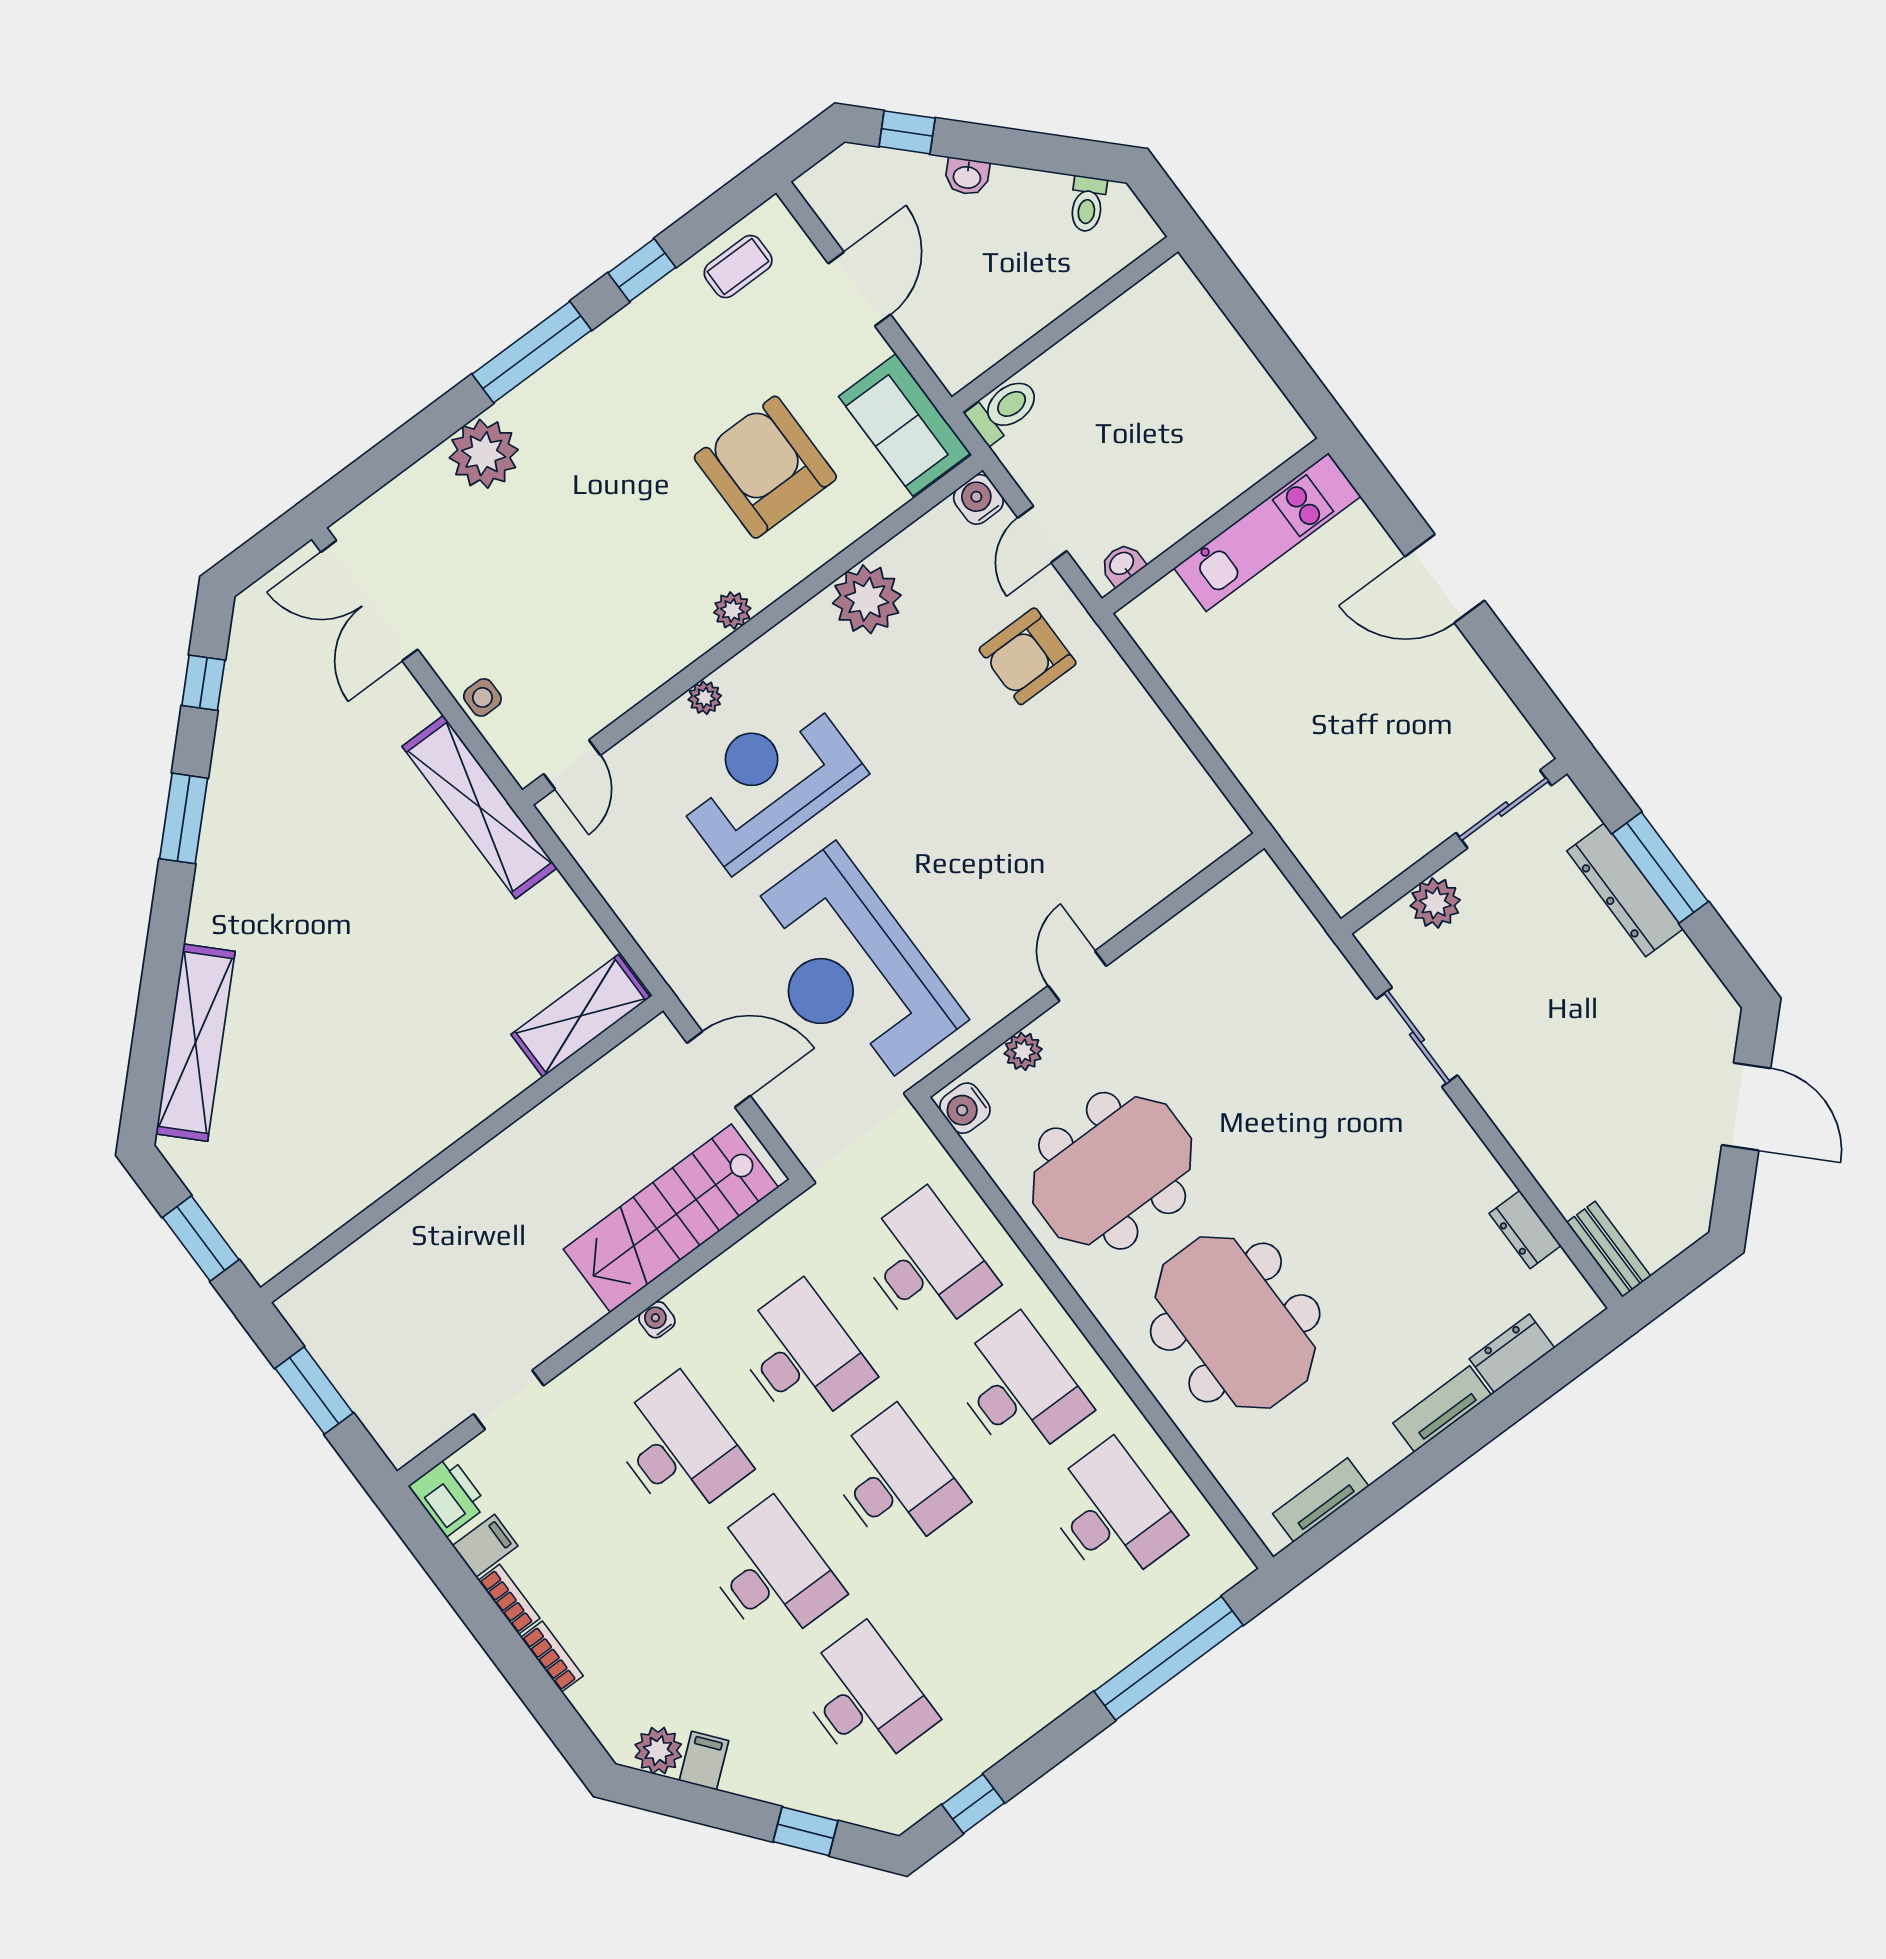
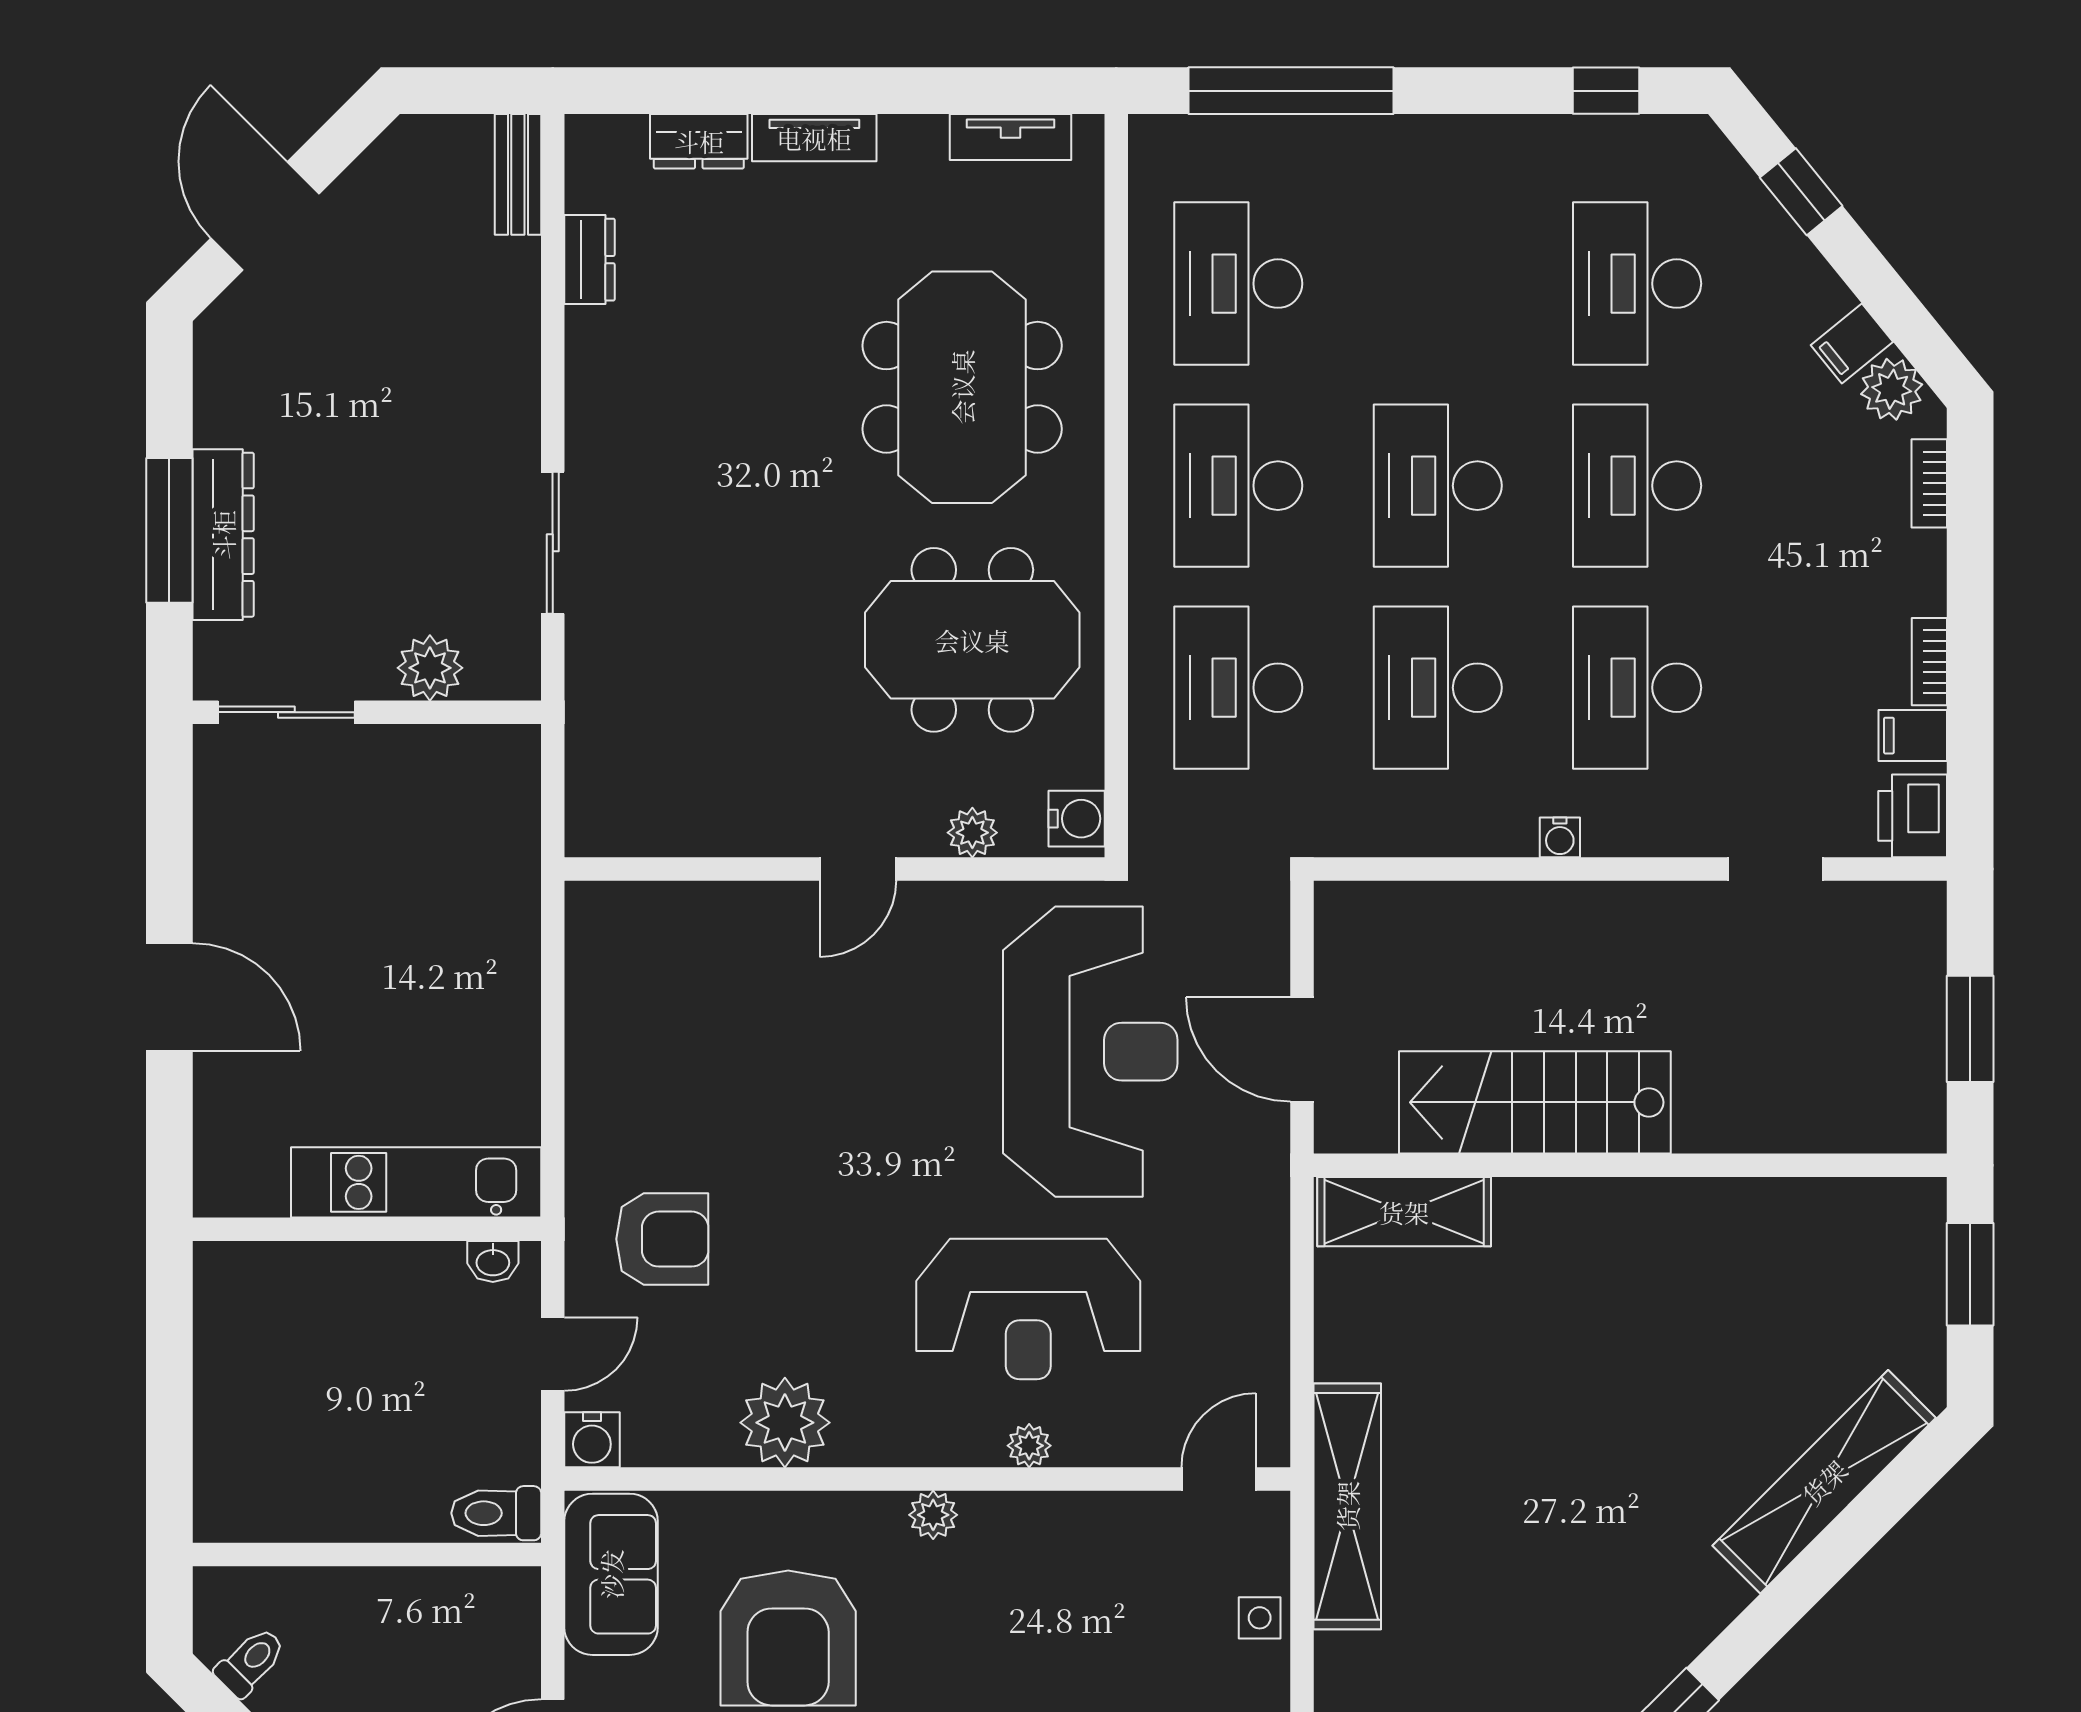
kitchen unit: (1267, 532) -> (416, 1182), moved
stairs: (671, 1218) -> (1535, 1102), moved, turned 180
bookcase: (552, 1657) -> (1929, 483), moved

